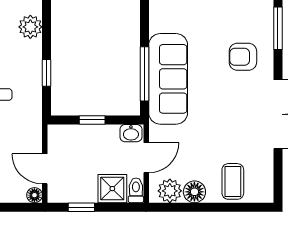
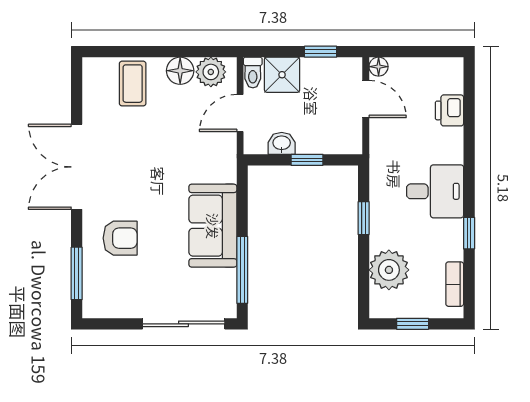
plant: (30, 27) -> (389, 270), width x1.36, depth x1.36
window: (144, 74) -> (242, 270), moved
sofa: (168, 79) -> (213, 226), width x0.73
washbasin: (131, 133) -> (282, 143), moved

